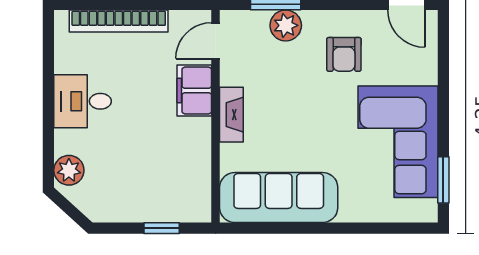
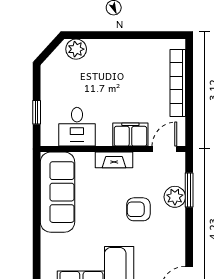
door: (216, 41) -> (164, 149), hinge flipped
armchair: (344, 54) -> (138, 209), moved
desk: (83, 101) -> (77, 127), moved, turned 180

